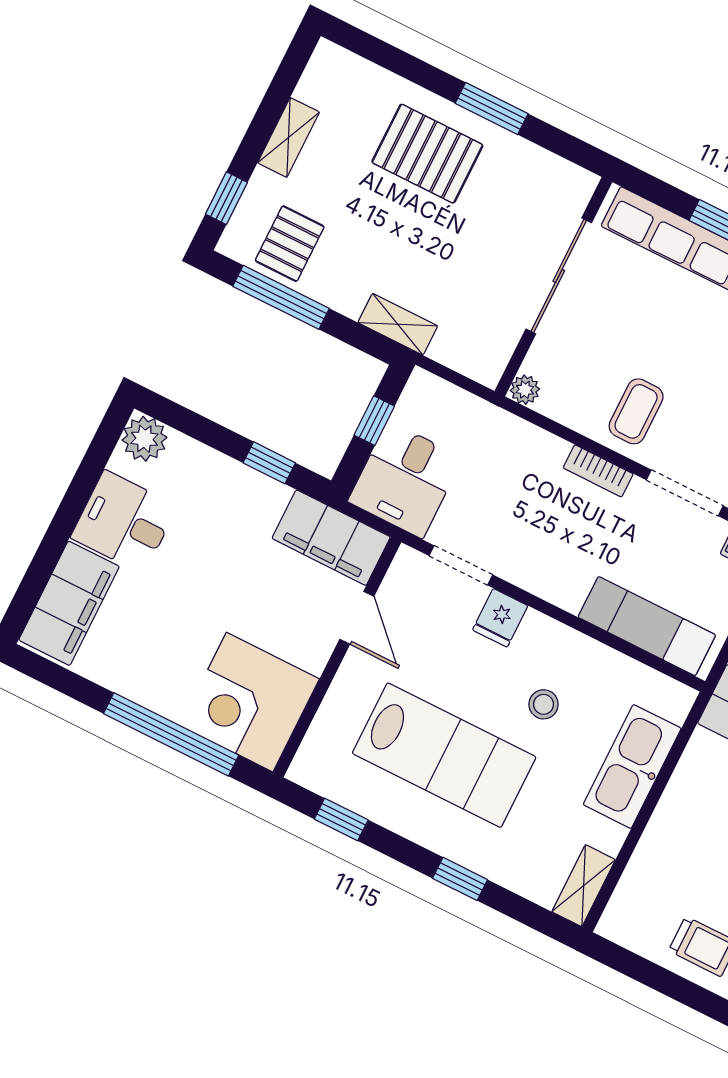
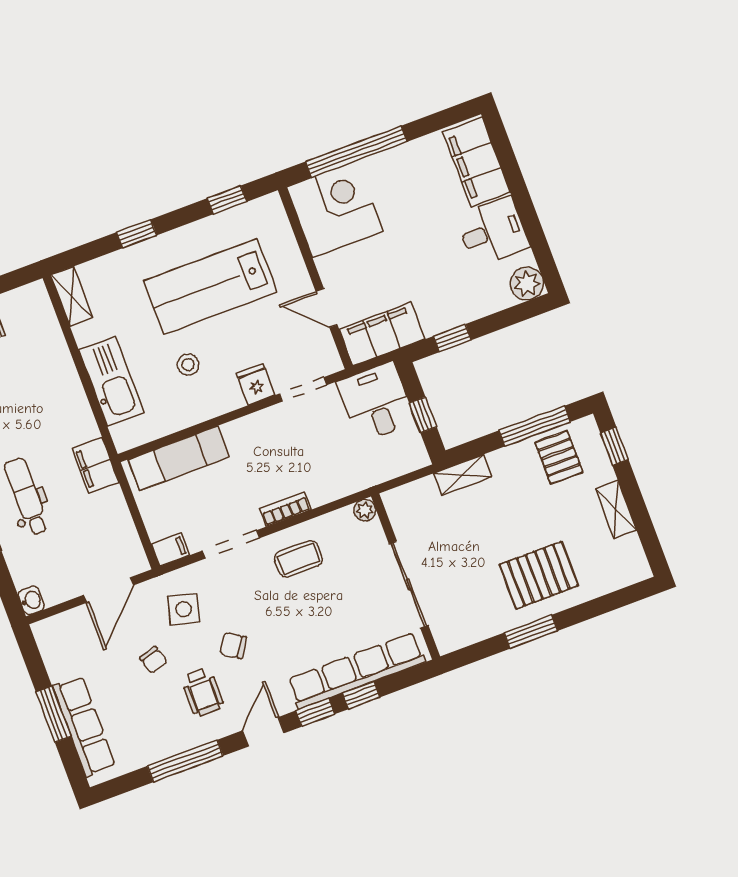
coffee table: (636, 411) -> (298, 559), turned 90

